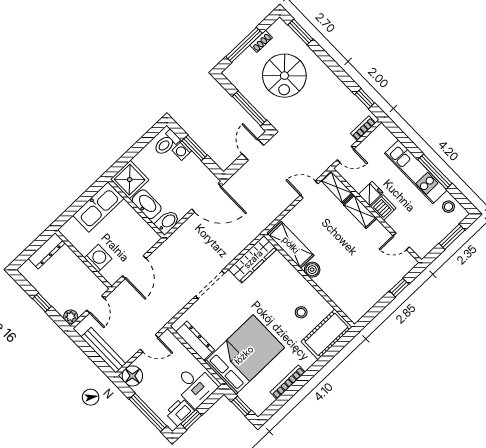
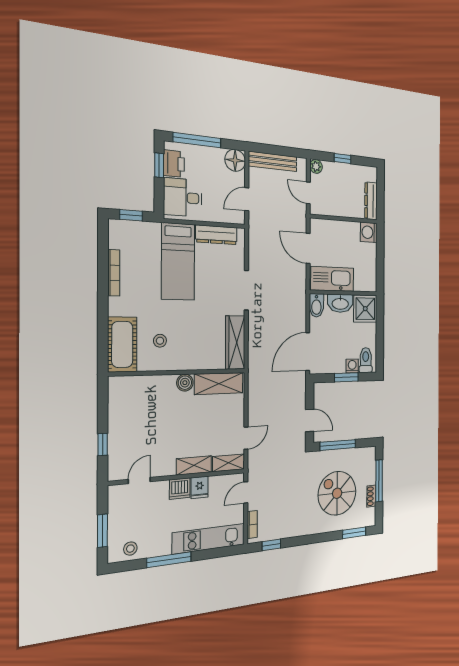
kitchen unit: (416, 172) -> (209, 539), moved
kitchen sink: (98, 207) -> (332, 279), moved, turned 90
washing machine: (98, 258) -> (369, 232), moved, turned 90
bed: (244, 355) -> (178, 262), width x0.67

